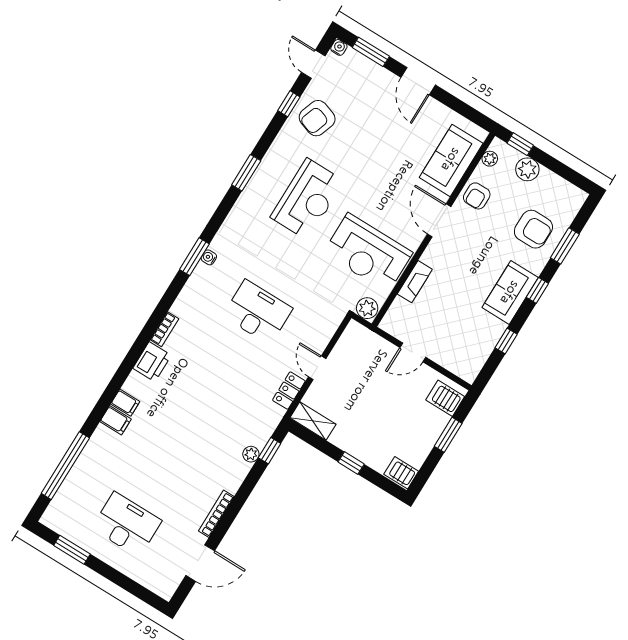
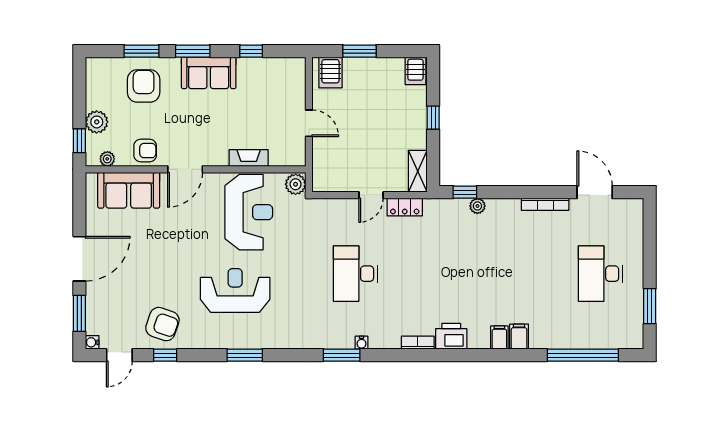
door: (418, 81) -> (79, 259), width x1.36
water cooler: (209, 257) -> (361, 343), moved
window: (537, 290) -> (193, 51), width x1.50

